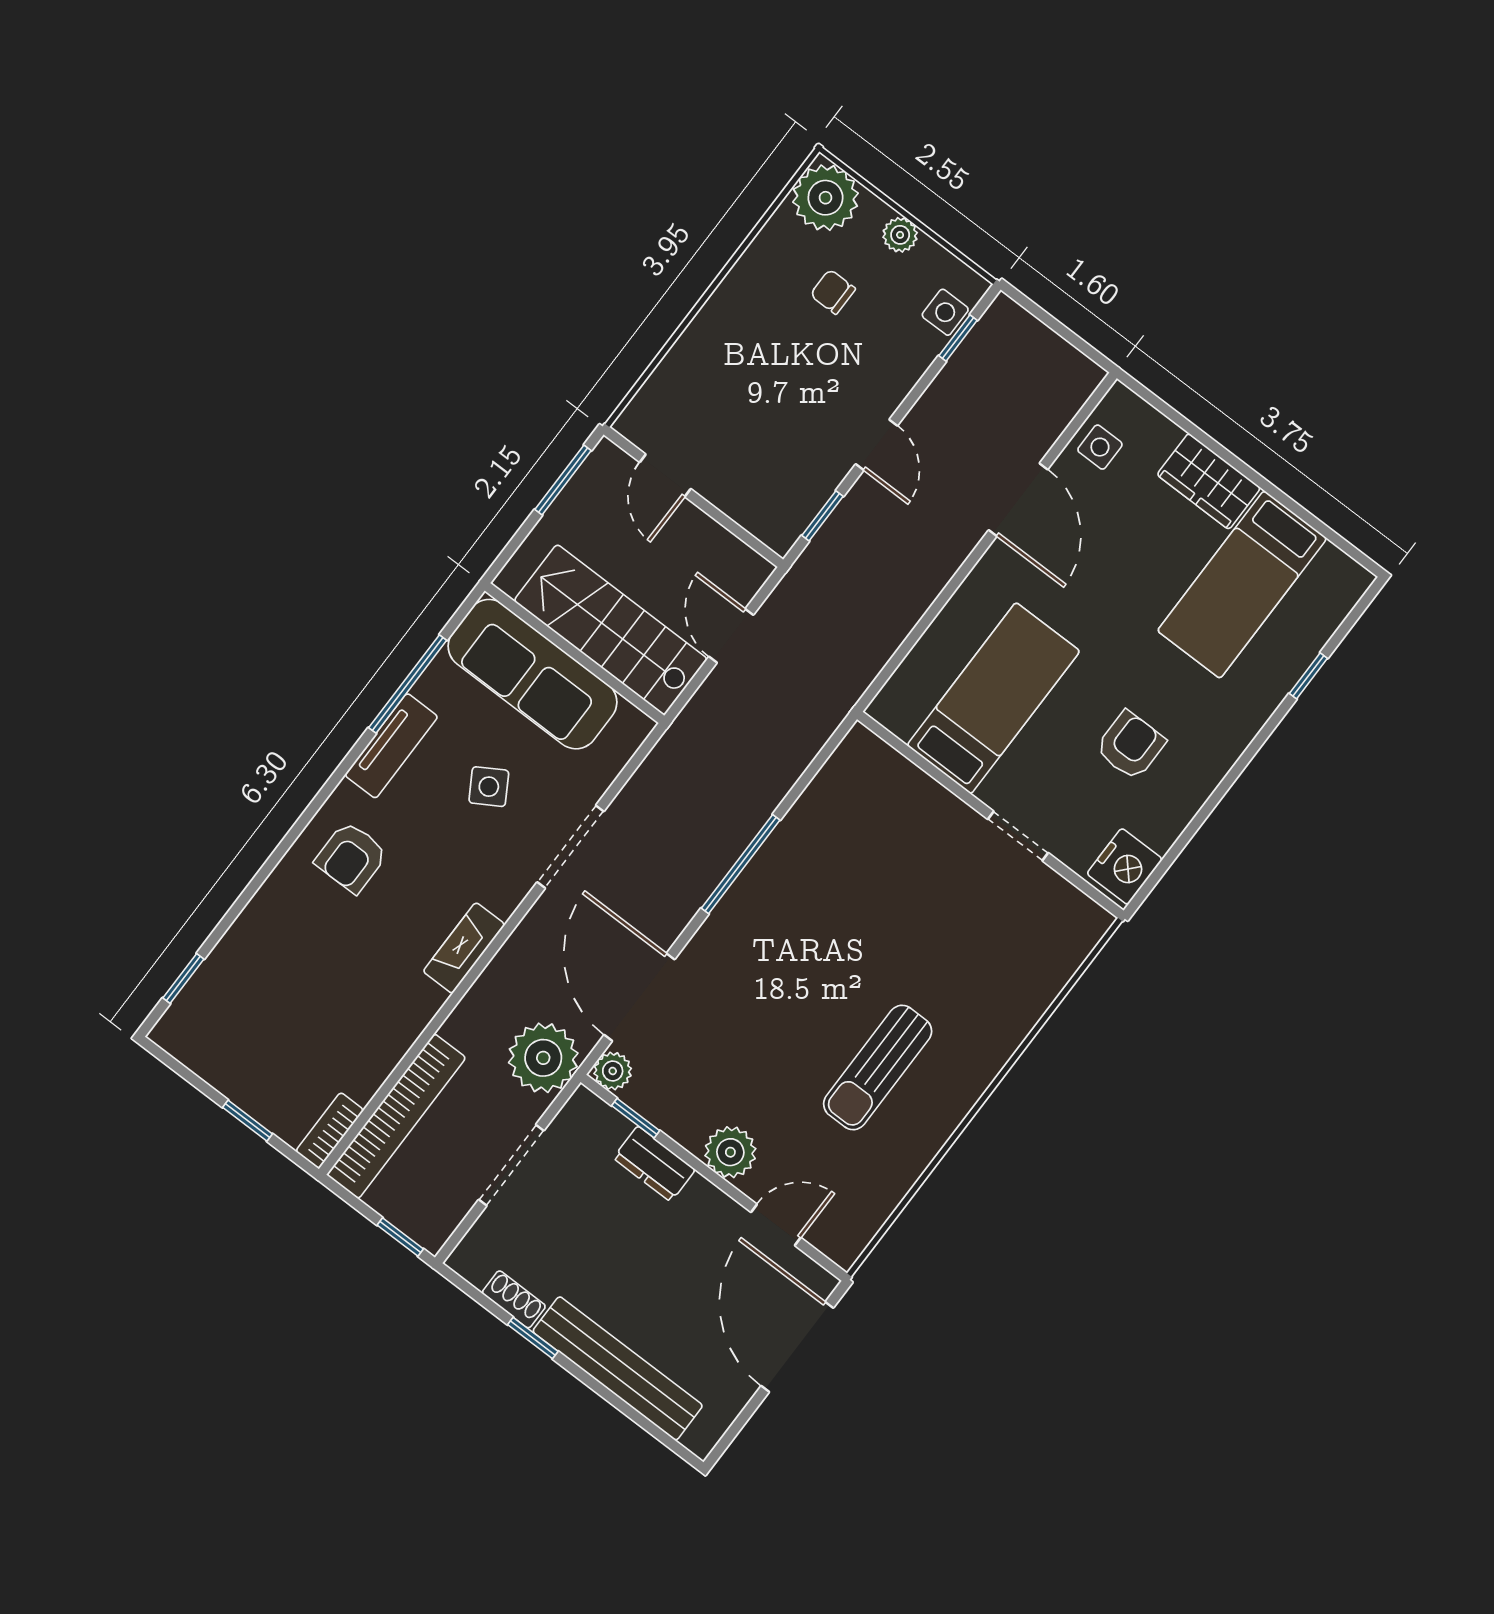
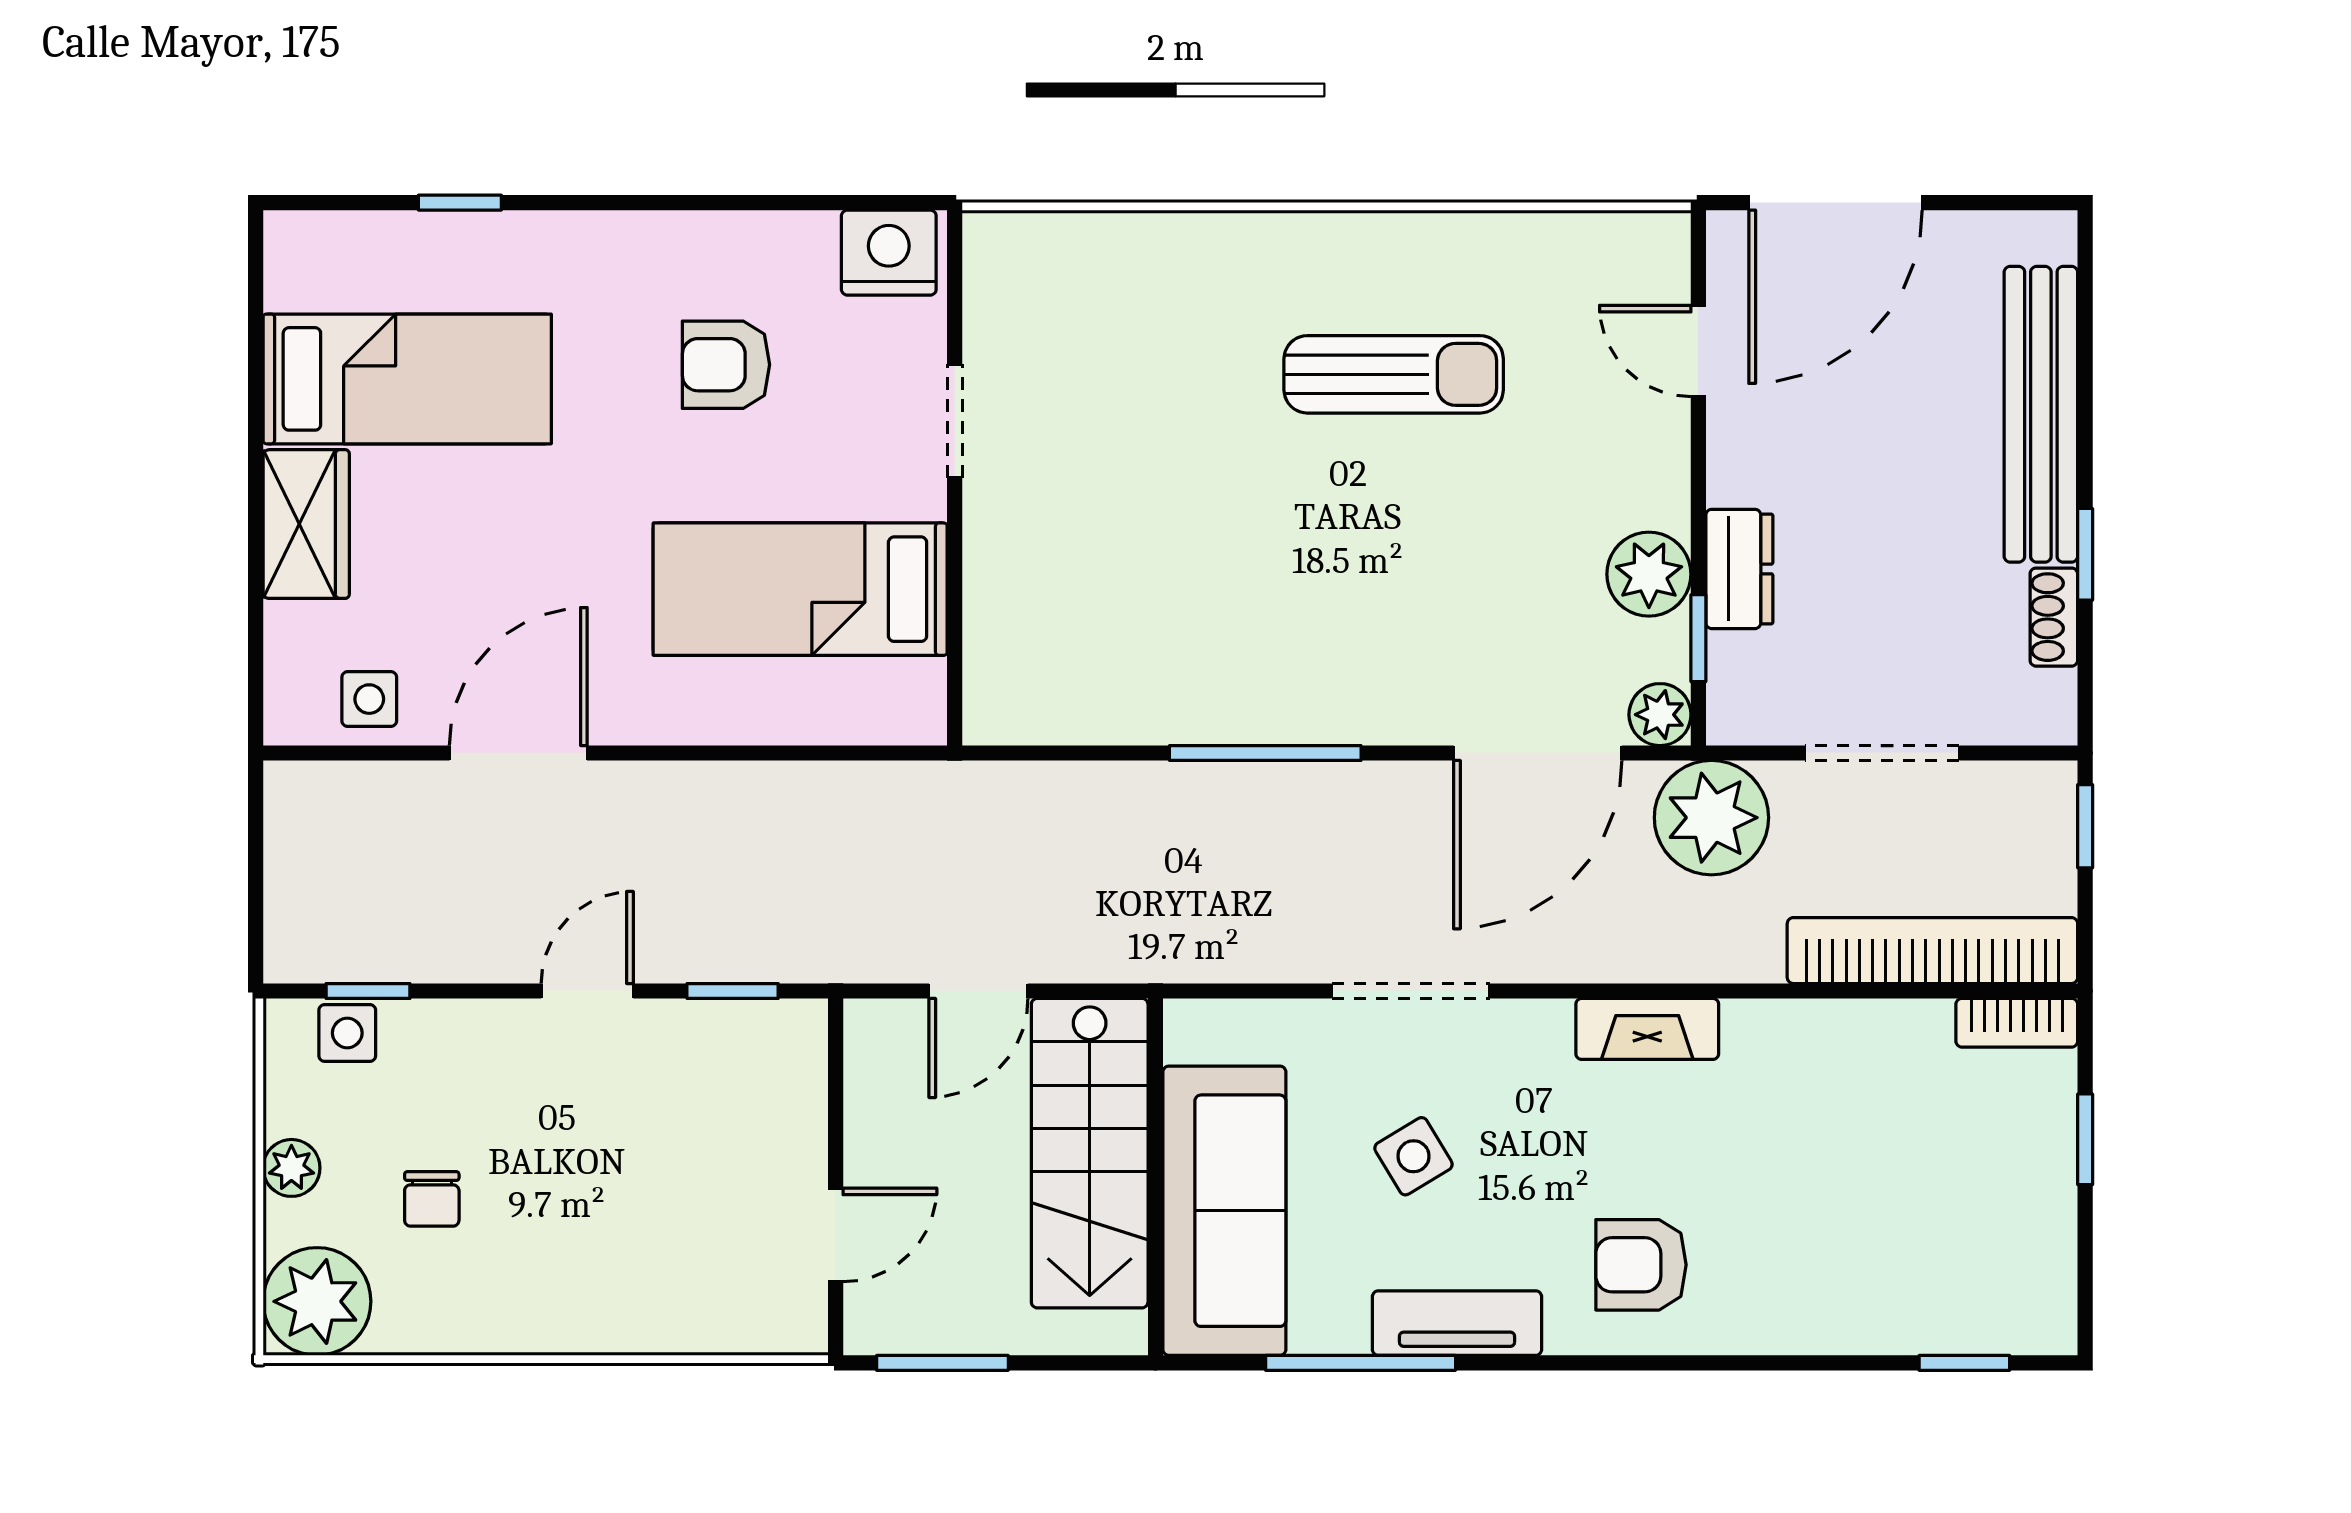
armchair: (351, 857) -> (1641, 1265), turned 180
plant: (730, 1152) -> (1649, 574), moved

